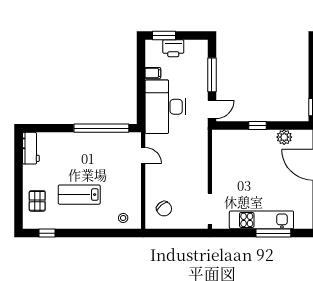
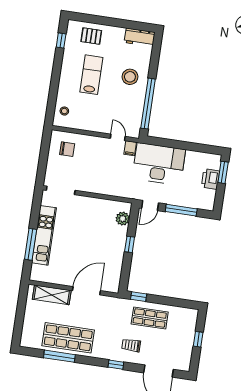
filing cabinet: (153, 73) -> (130, 148), moved
door: (212, 109) -> (150, 206), hinge flipped
plant: (284, 137) -> (123, 219), moved
stool: (75, 152) -> (130, 77), added
door: (143, 156) -> (118, 137), swing flipped
chair: (164, 209) -> (67, 149), turned -140

